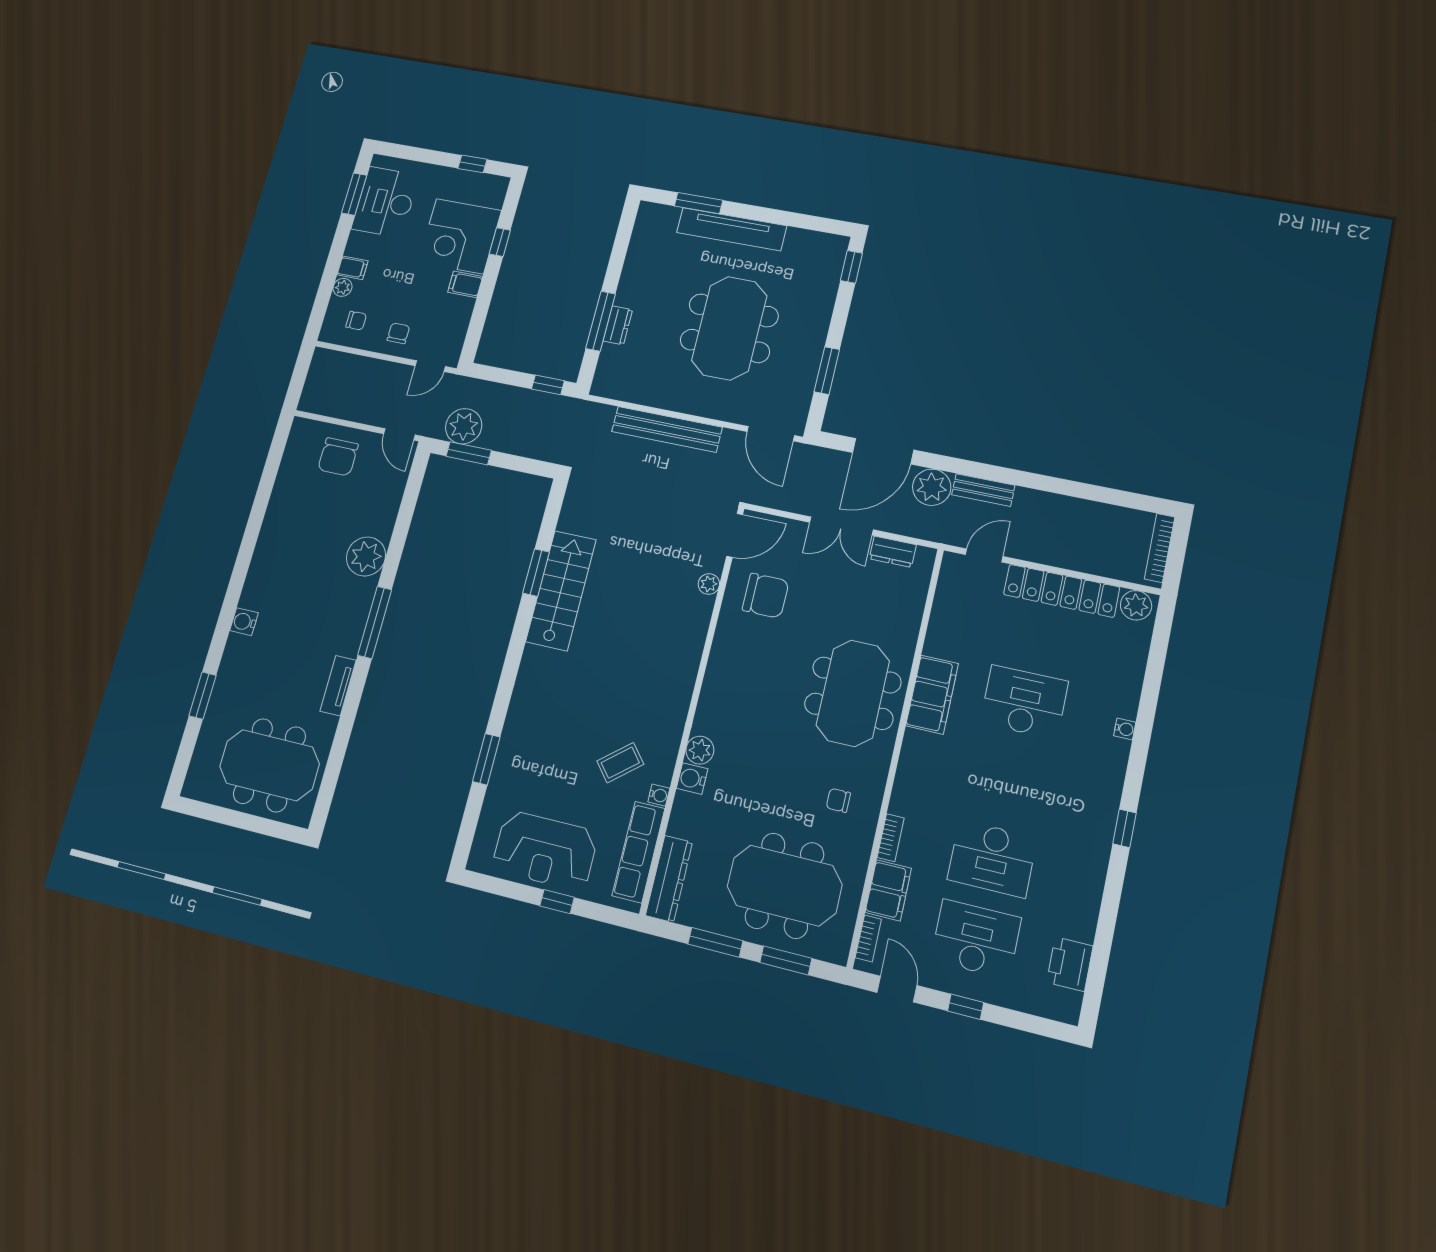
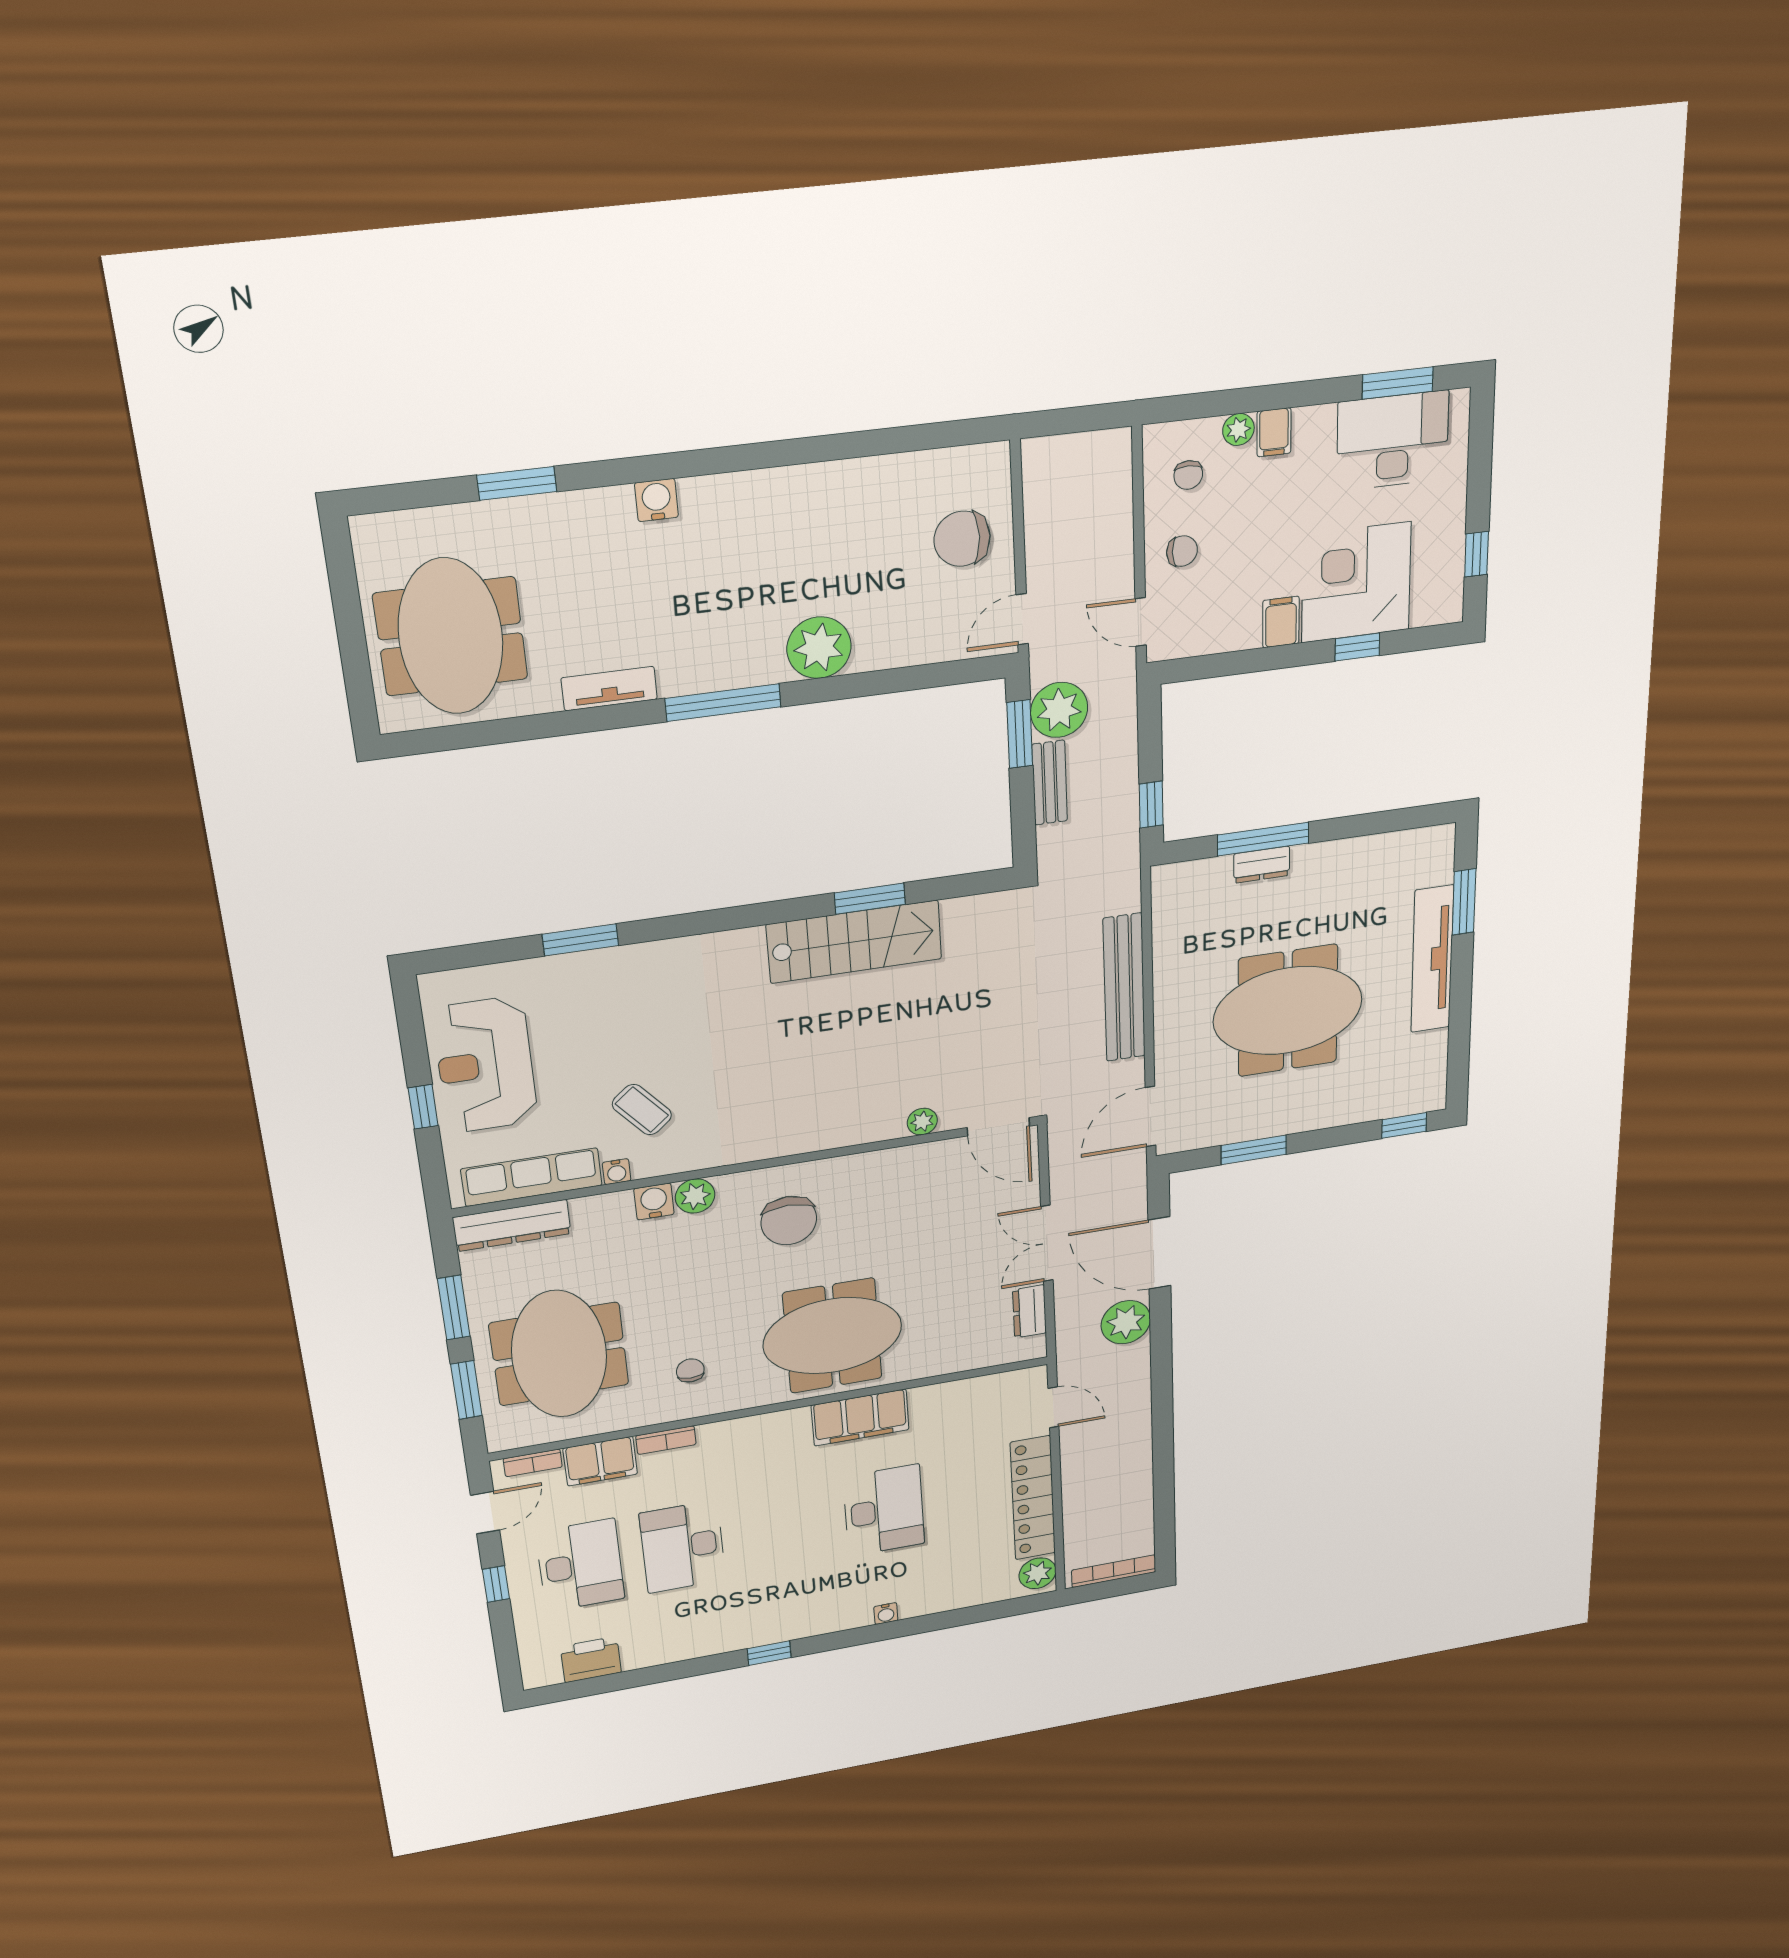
bench: (983, 490) -> (1050, 783), moved
chair: (766, 596) -> (789, 1221), moved

